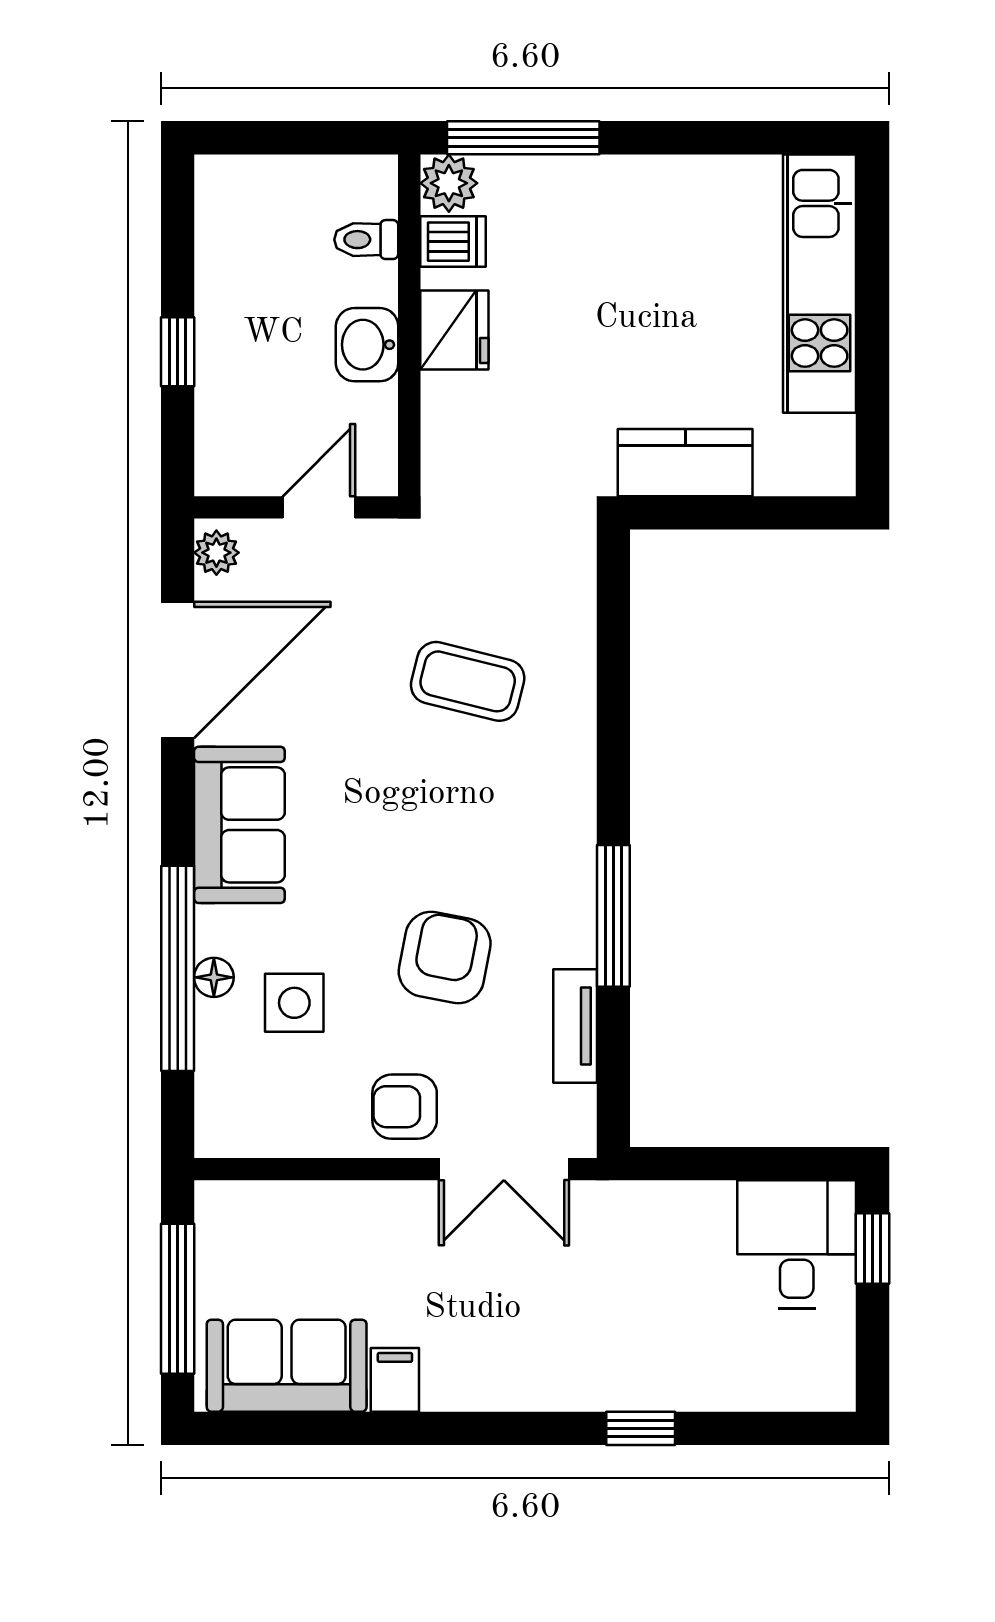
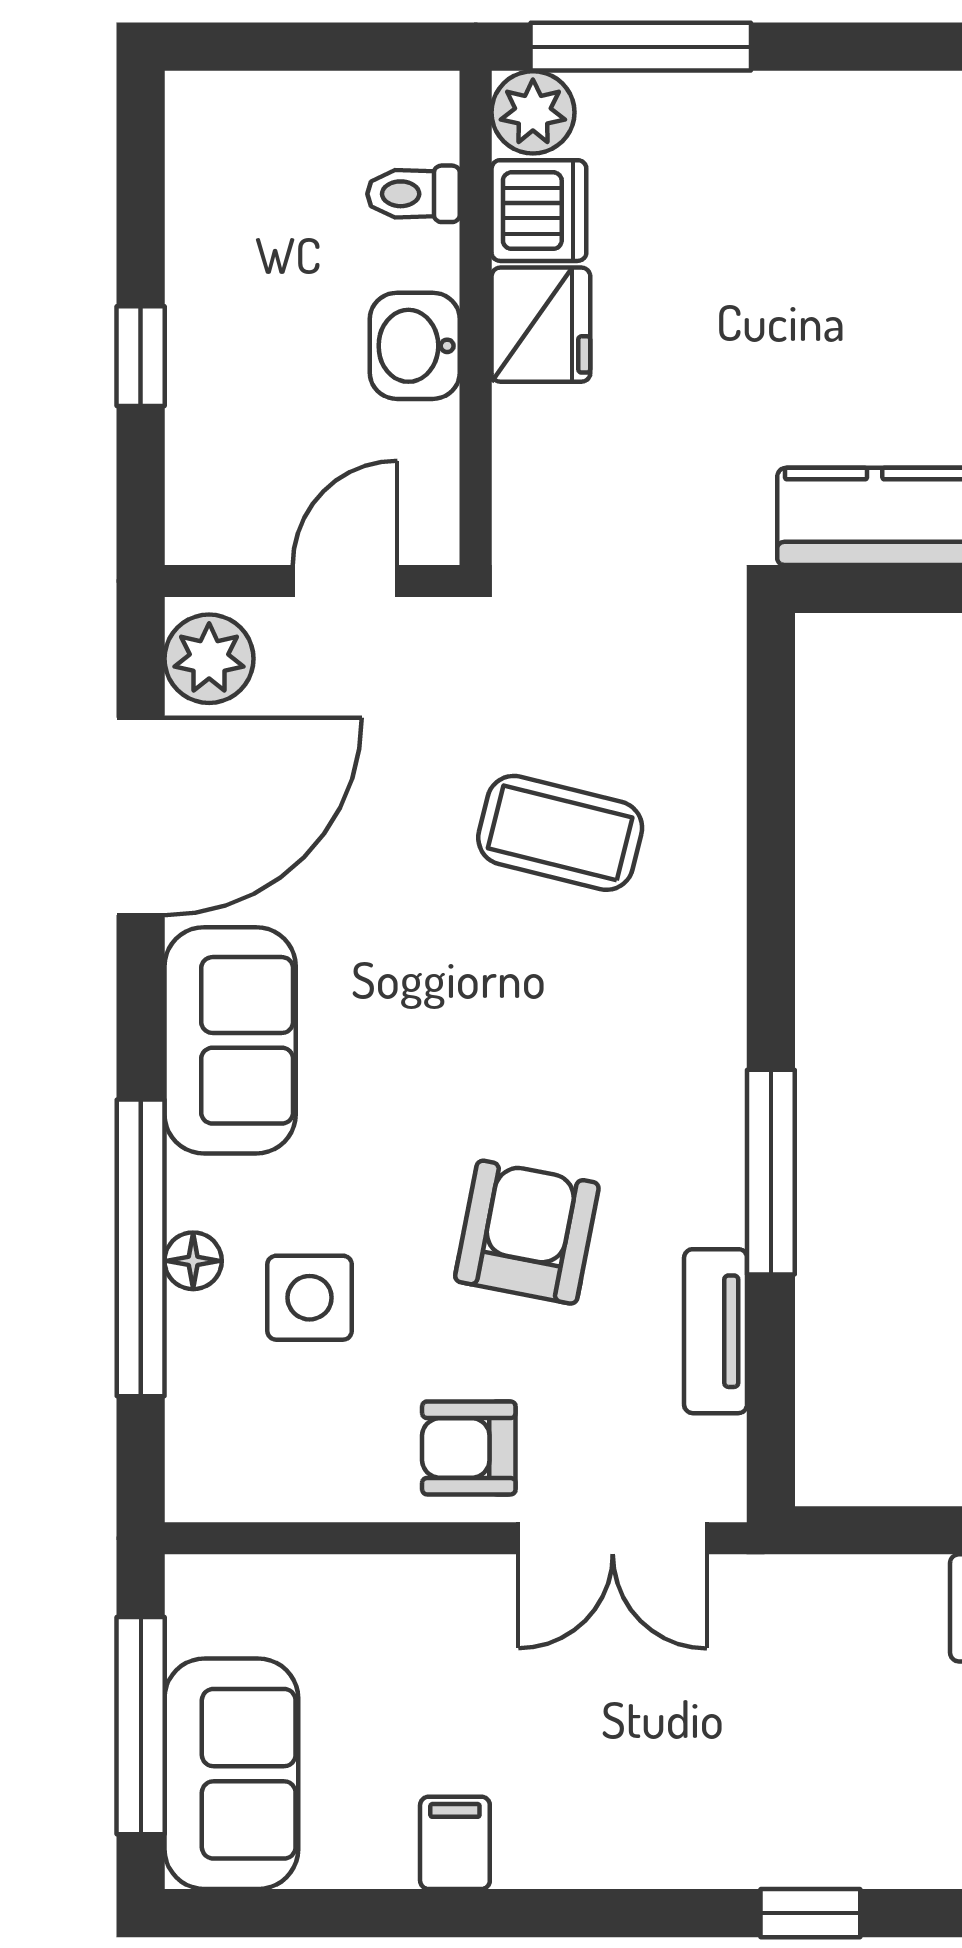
dishwasher: (453, 242) -> (539, 211), width x1.38
plant: (216, 553) -> (209, 659), width x1.38, depth x1.38
sofa: (287, 1366) -> (231, 1774), moved, turned 90

